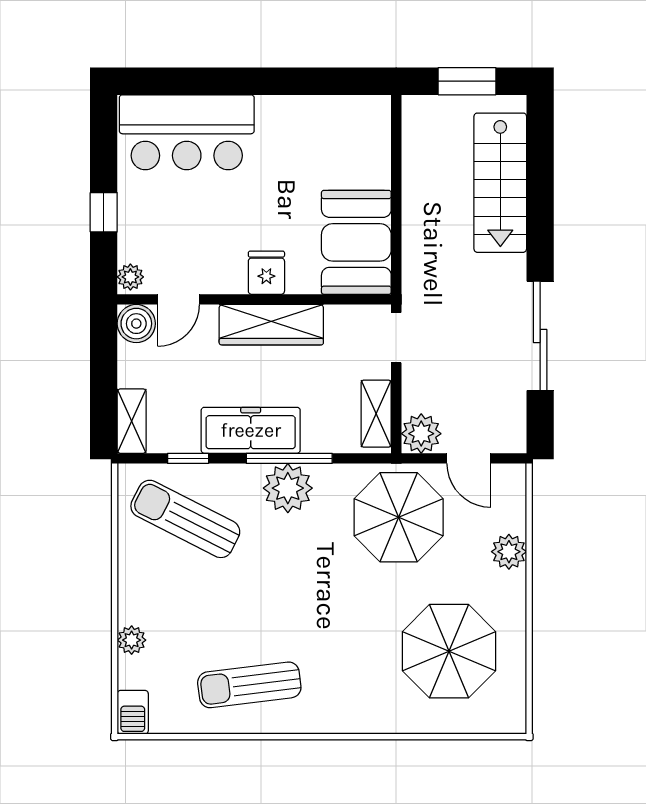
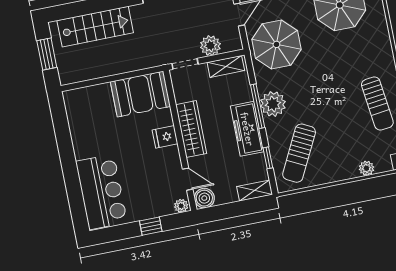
plant: (421, 434) -> (210, 46), moved

